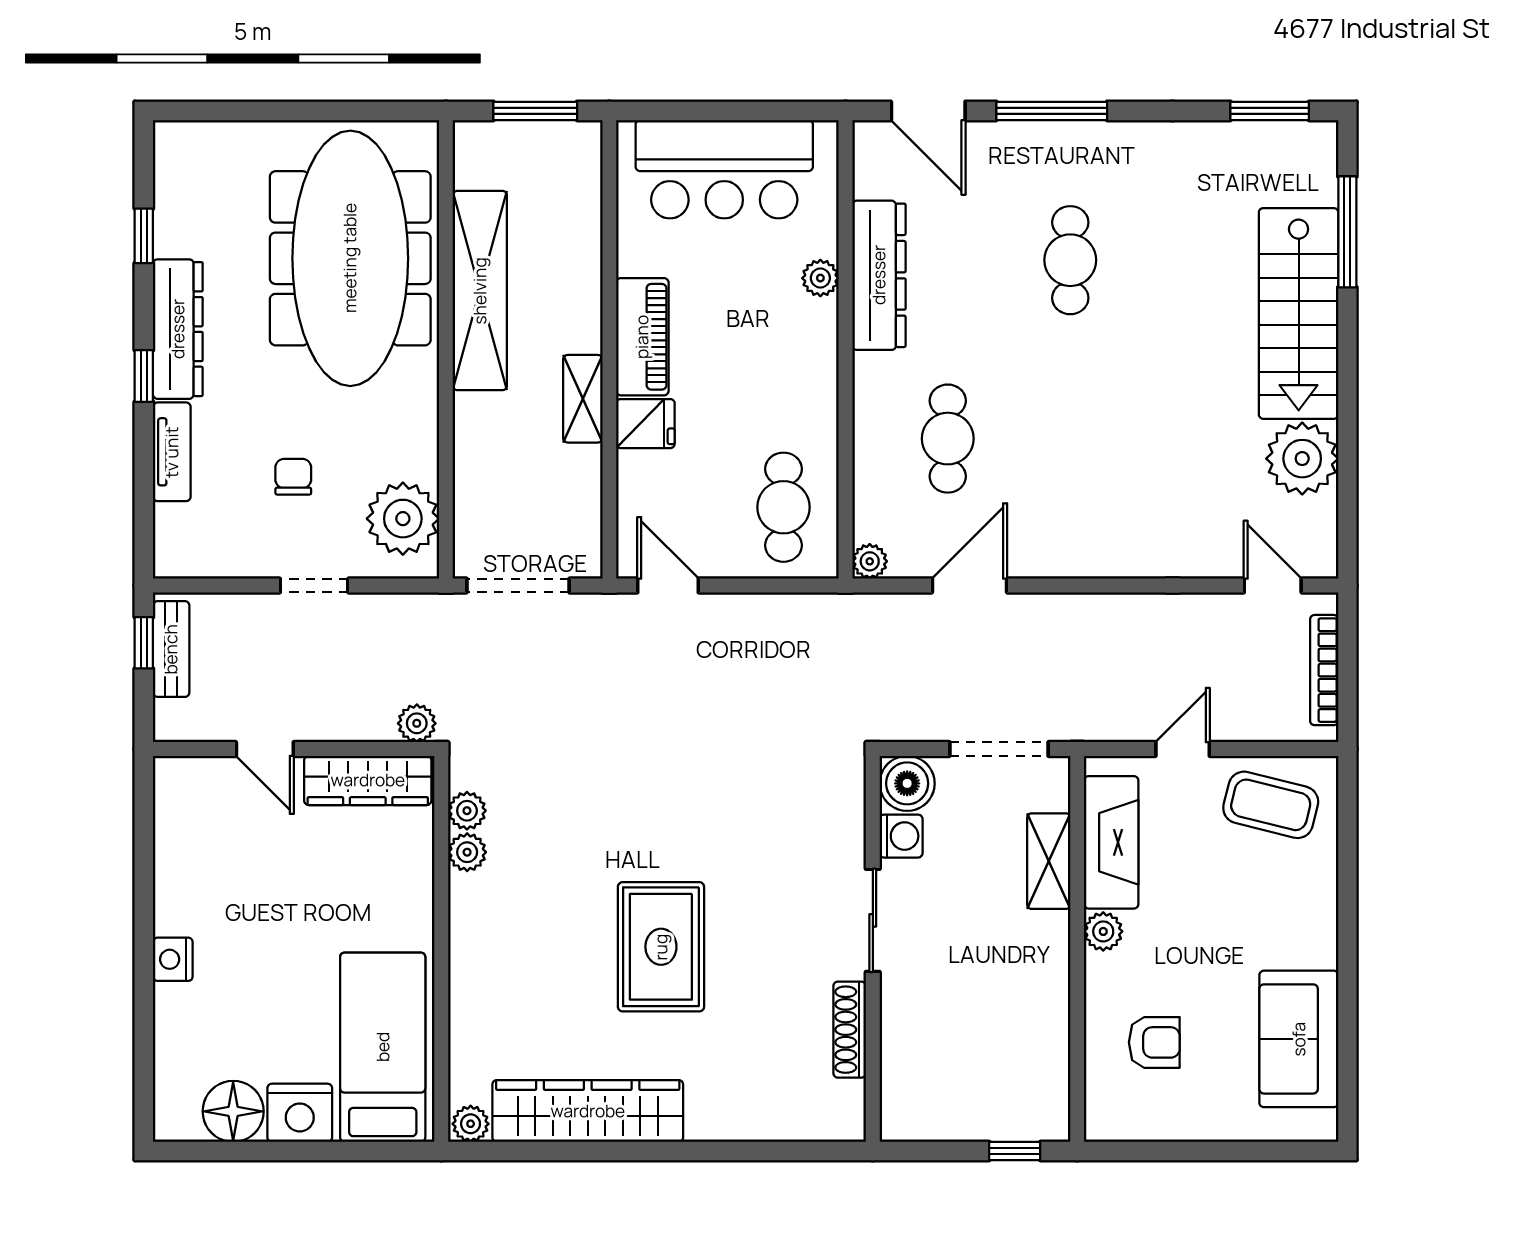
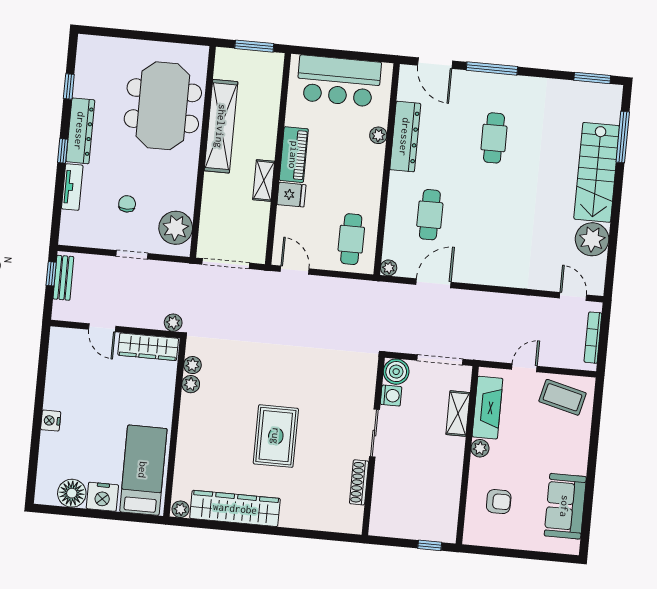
meeting table: (350, 258) -> (163, 106), width x0.73

